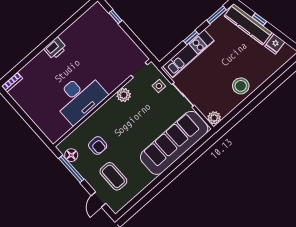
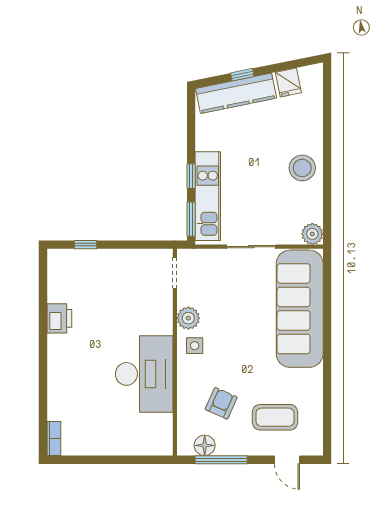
window: (217, 15) -> (191, 219), moved
printer: (55, 48) -> (59, 318), moved
side table: (159, 86) -> (195, 346), moved
armchair: (98, 145) -> (221, 403), turned -66

